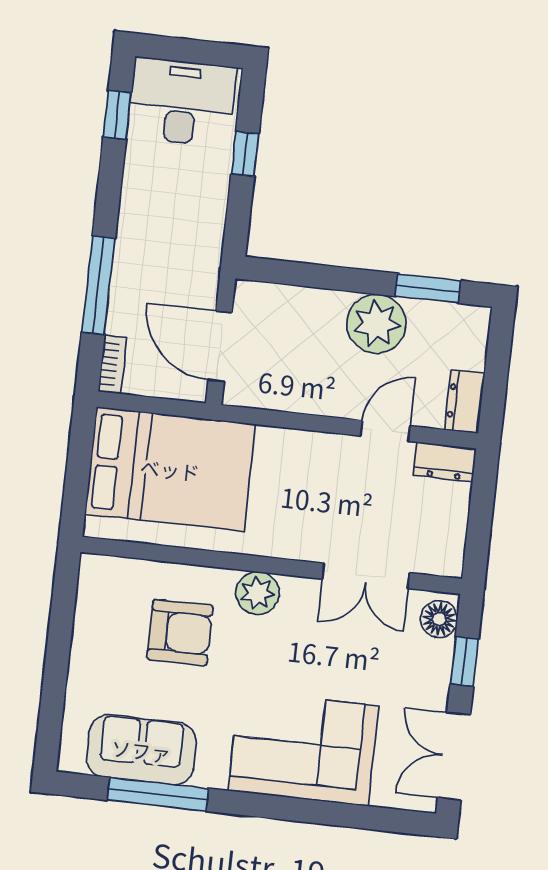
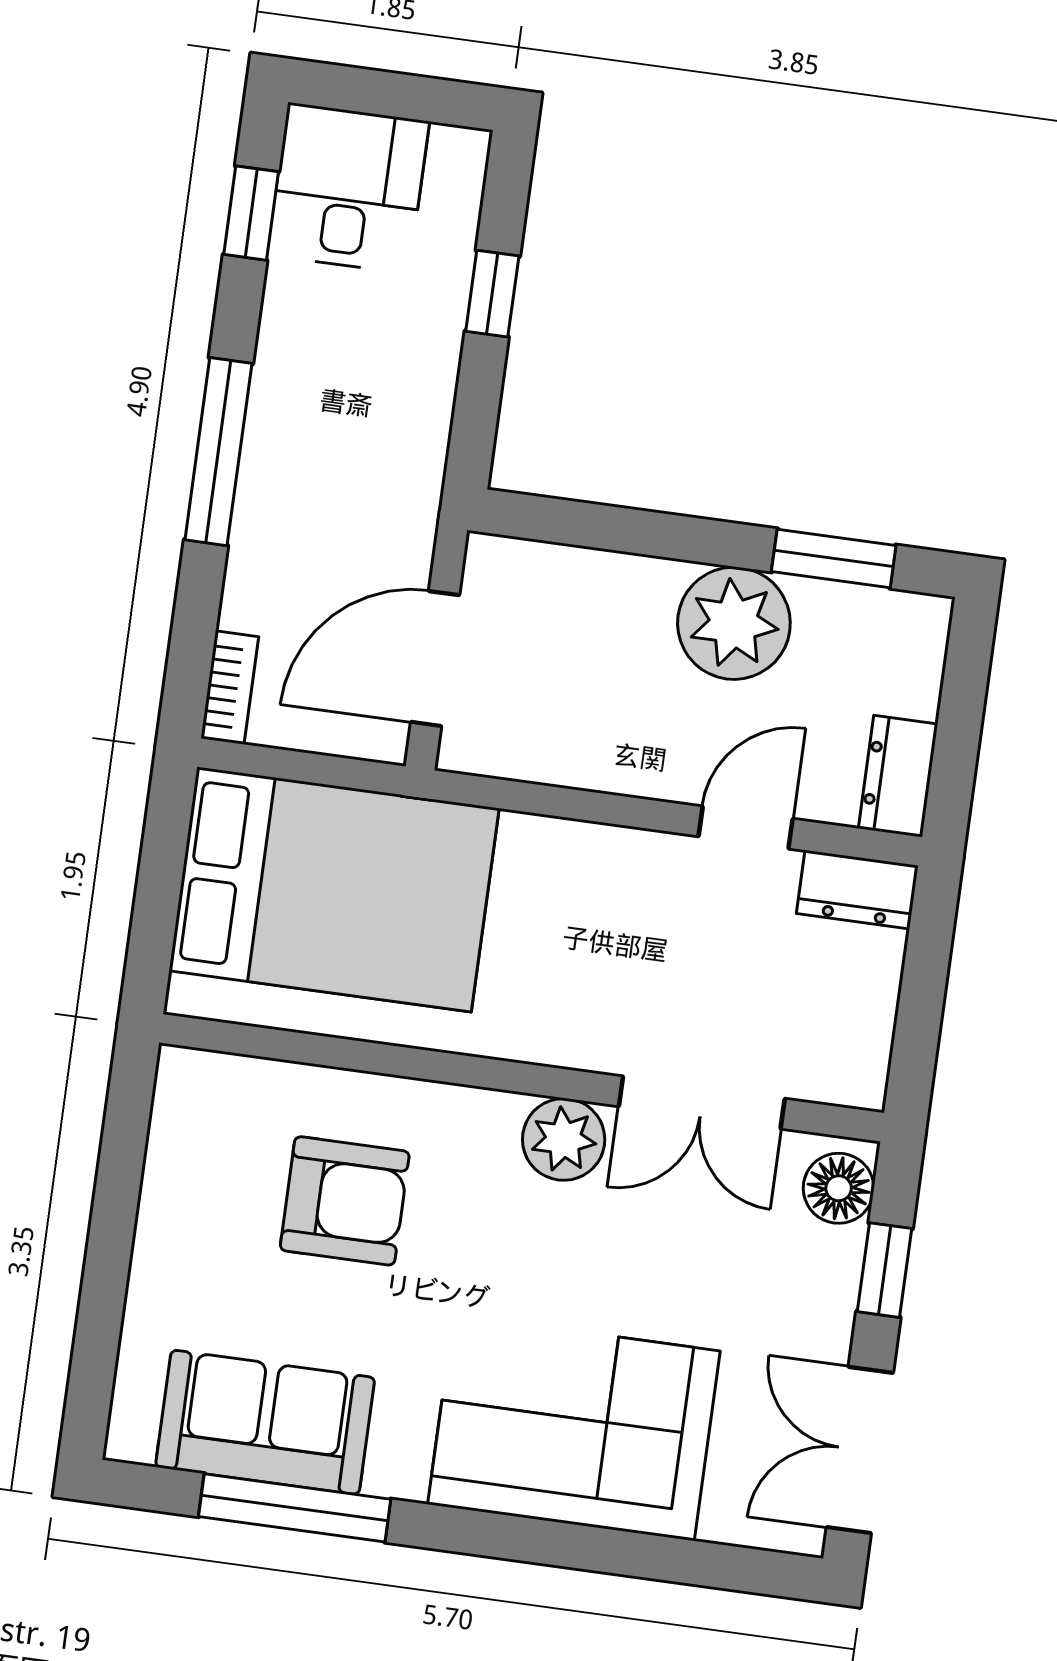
desk: (182, 102) -> (348, 188), width x0.73
window: (98, 285) -> (218, 452), moved
door: (220, 346) -> (435, 659), hinge flipped
plant: (258, 593) -> (564, 1139), moved

